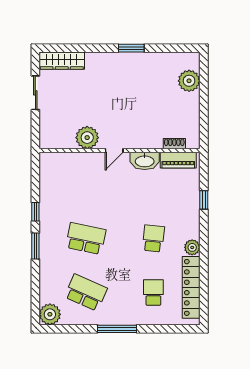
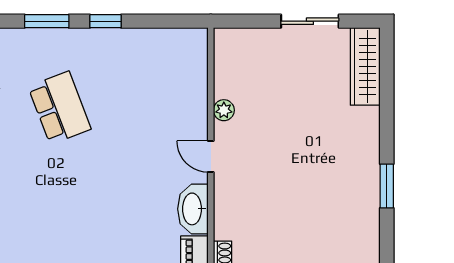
plant: (87, 138) -> (224, 110), width x0.53, depth x0.53
school desk: (86, 239) -> (60, 108), turned -33
school desk: (153, 239) -> (60, 224), removed

